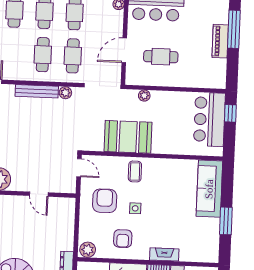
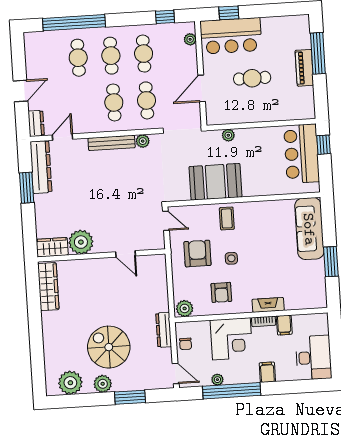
cafe table: (161, 57) -> (252, 78), moved

